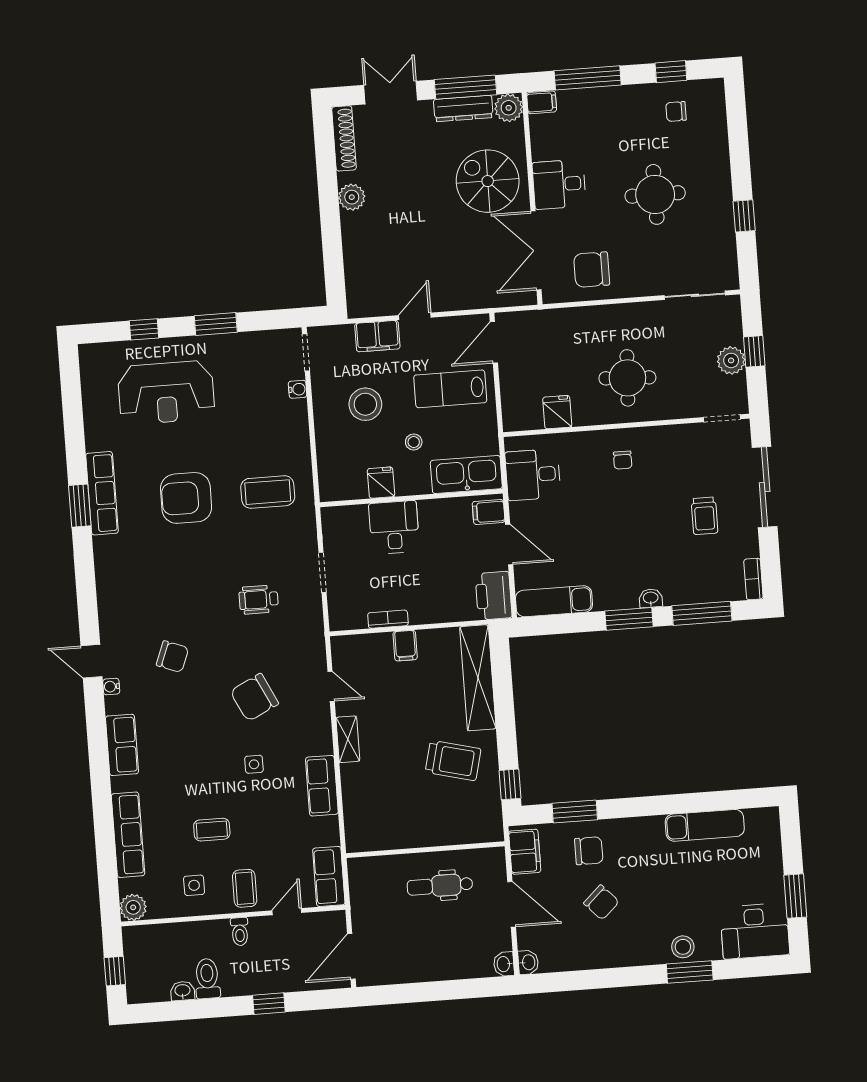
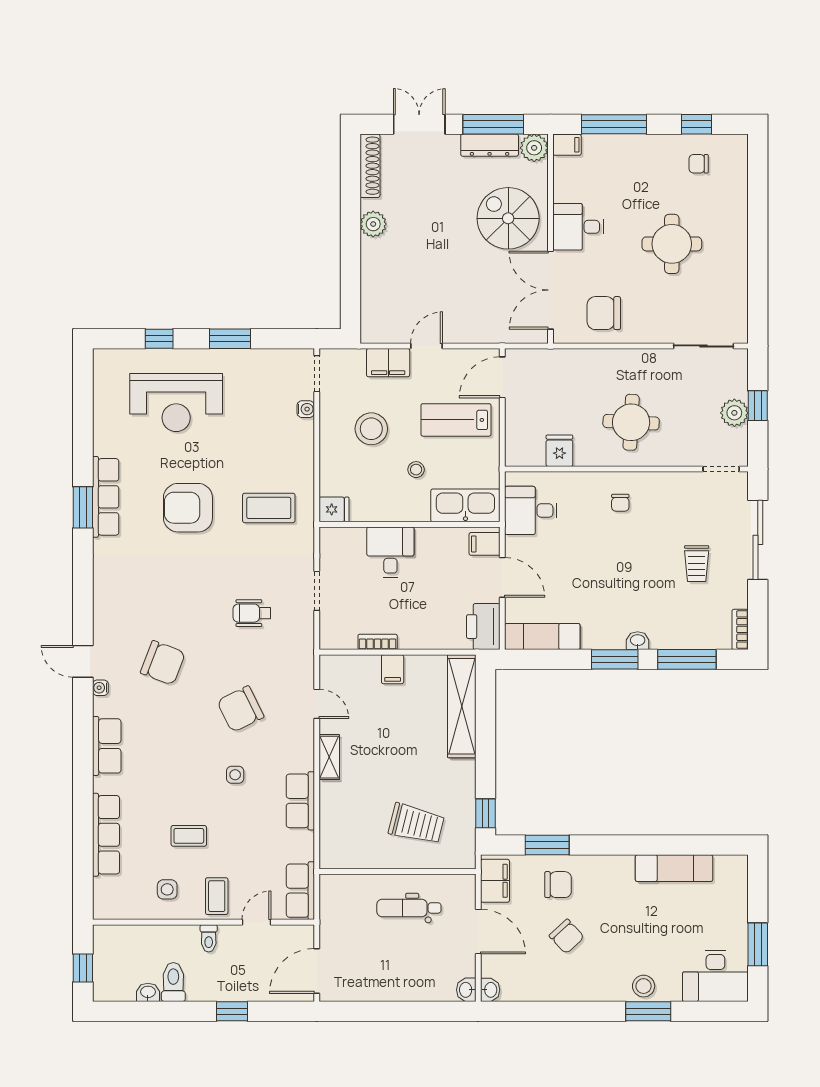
window: (744, 216) -> (758, 272), removed
fridge: (381, 483) -> (334, 509), moved, turned 90
chair: (172, 657) -> (163, 663), width x1.37, depth x1.37
trolley: (453, 760) -> (416, 824), moved
plant: (133, 907) -> (106, 907), removed

